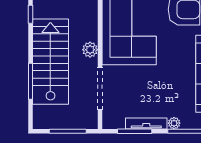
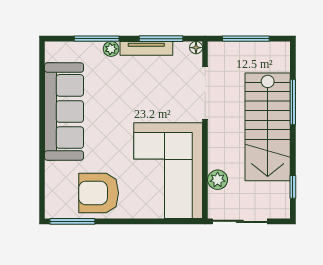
plant: (90, 50) -> (218, 180), moved
floor lamp: (107, 124) -> (196, 48), added

